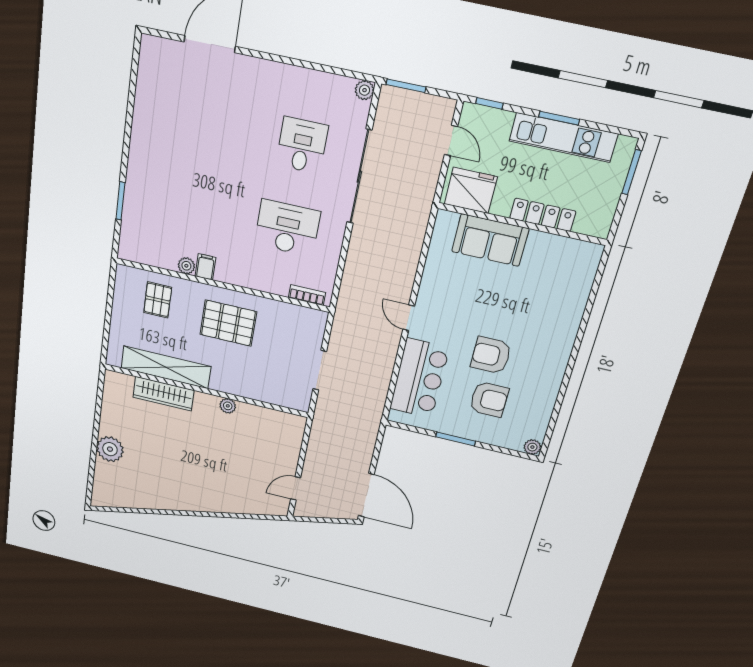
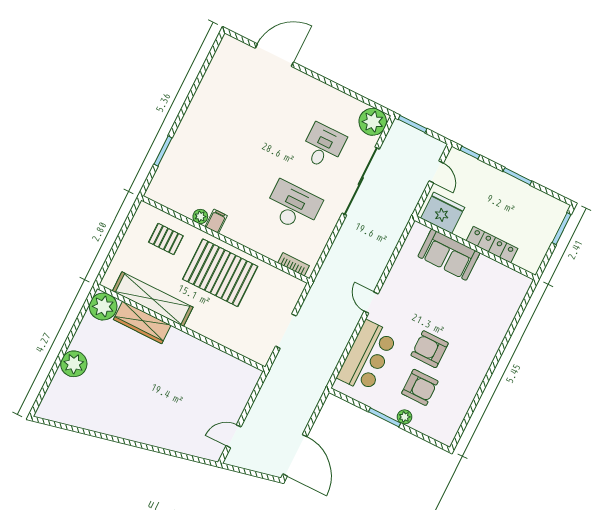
plant: (364, 90) -> (373, 122), width x1.88, depth x1.88
kitchen unit: (563, 137) -> (518, 191), removed
pallet: (158, 300) -> (166, 239), turned 90
pallet: (228, 323) -> (220, 273), width x1.37, depth x1.41
plant: (228, 406) -> (103, 306), moved, width x1.87, depth x1.87
plant: (532, 447) -> (405, 417), moved

